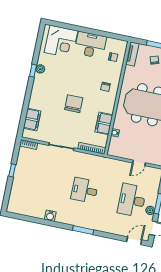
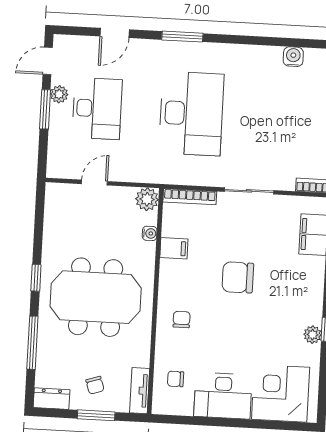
chair: (74, 104) -> (238, 277), turned 90
filing cabinet: (104, 123) -> (174, 248), width x0.50
plant: (114, 150) -> (147, 199), added
desk: (85, 190) -> (191, 114), width x1.87, depth x1.30
water cooler: (50, 216) -> (293, 57), moved
door: (134, 241) -> (115, 33), moved

